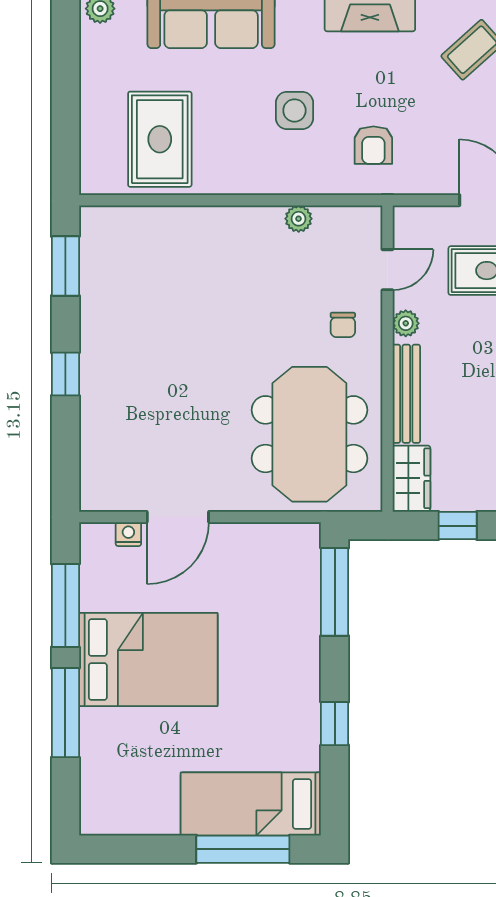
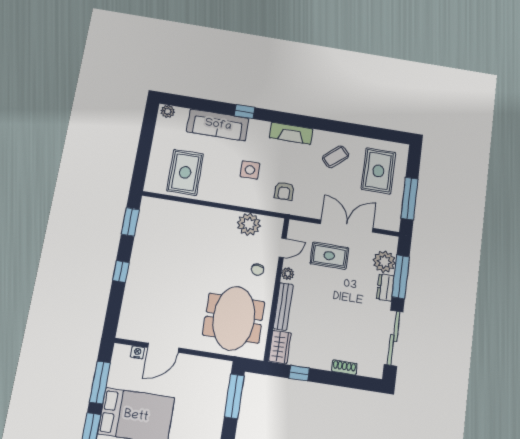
plant: (299, 219) -> (249, 224), width x1.88, depth x1.88

